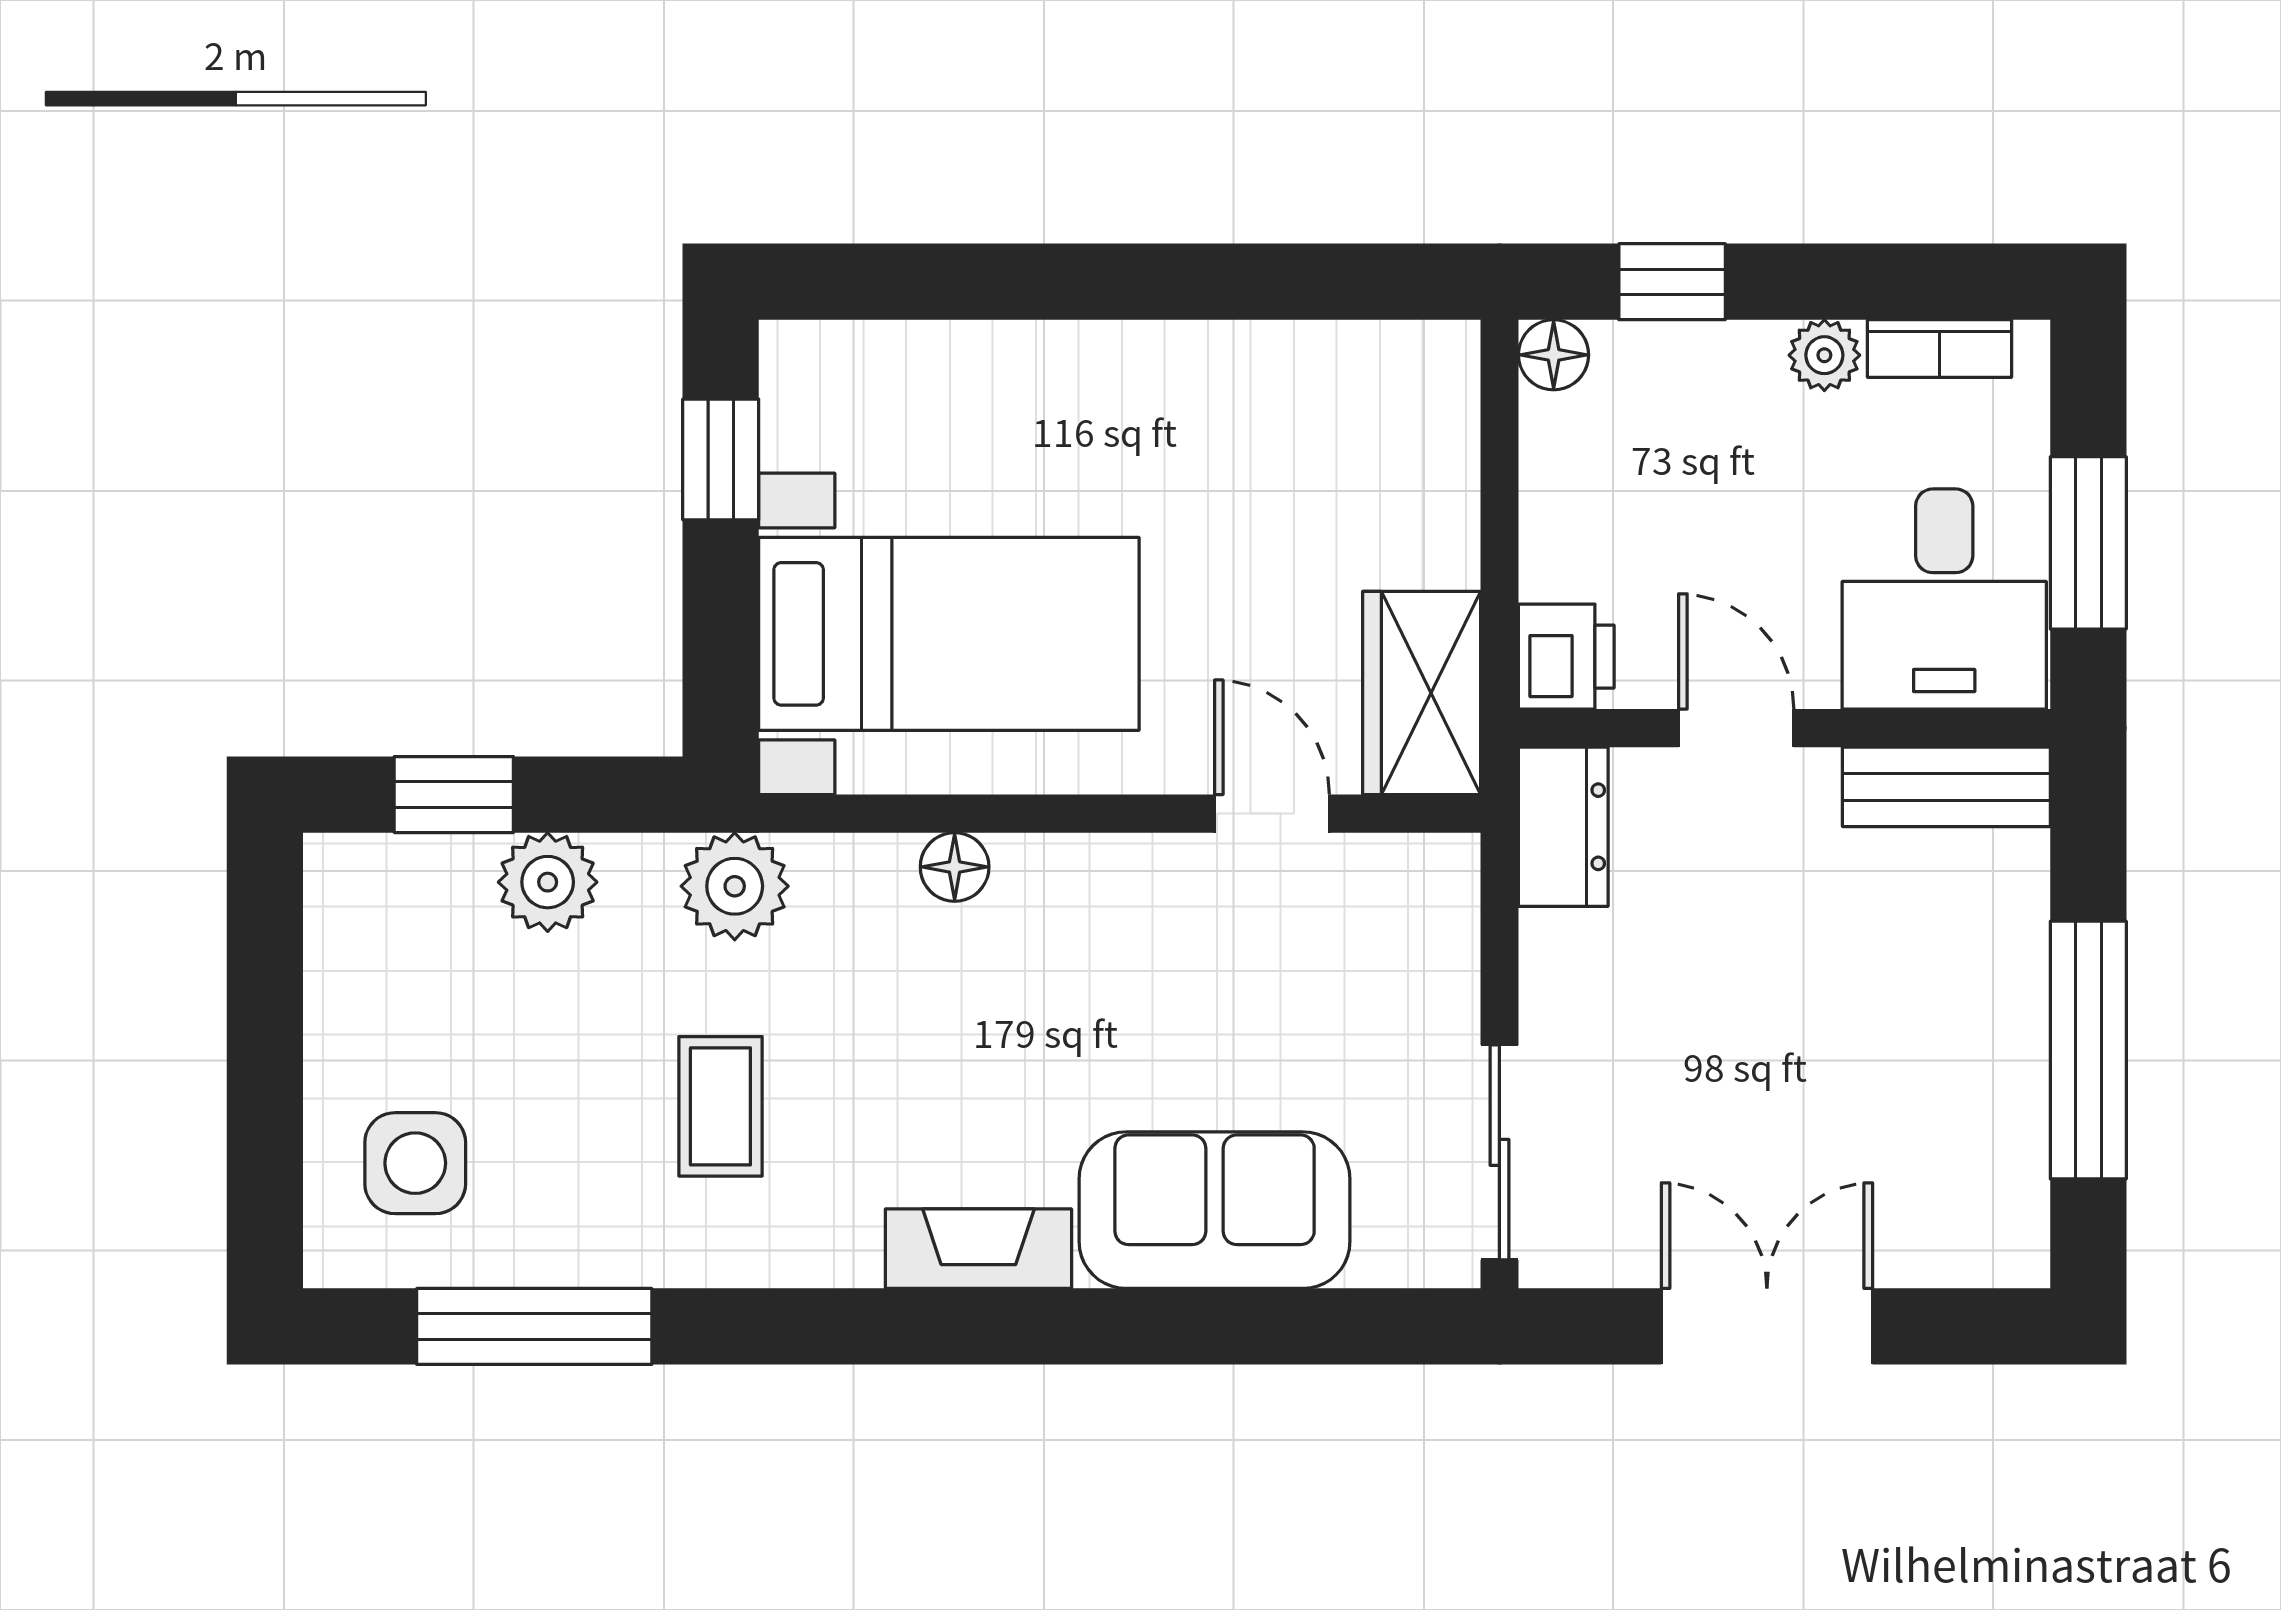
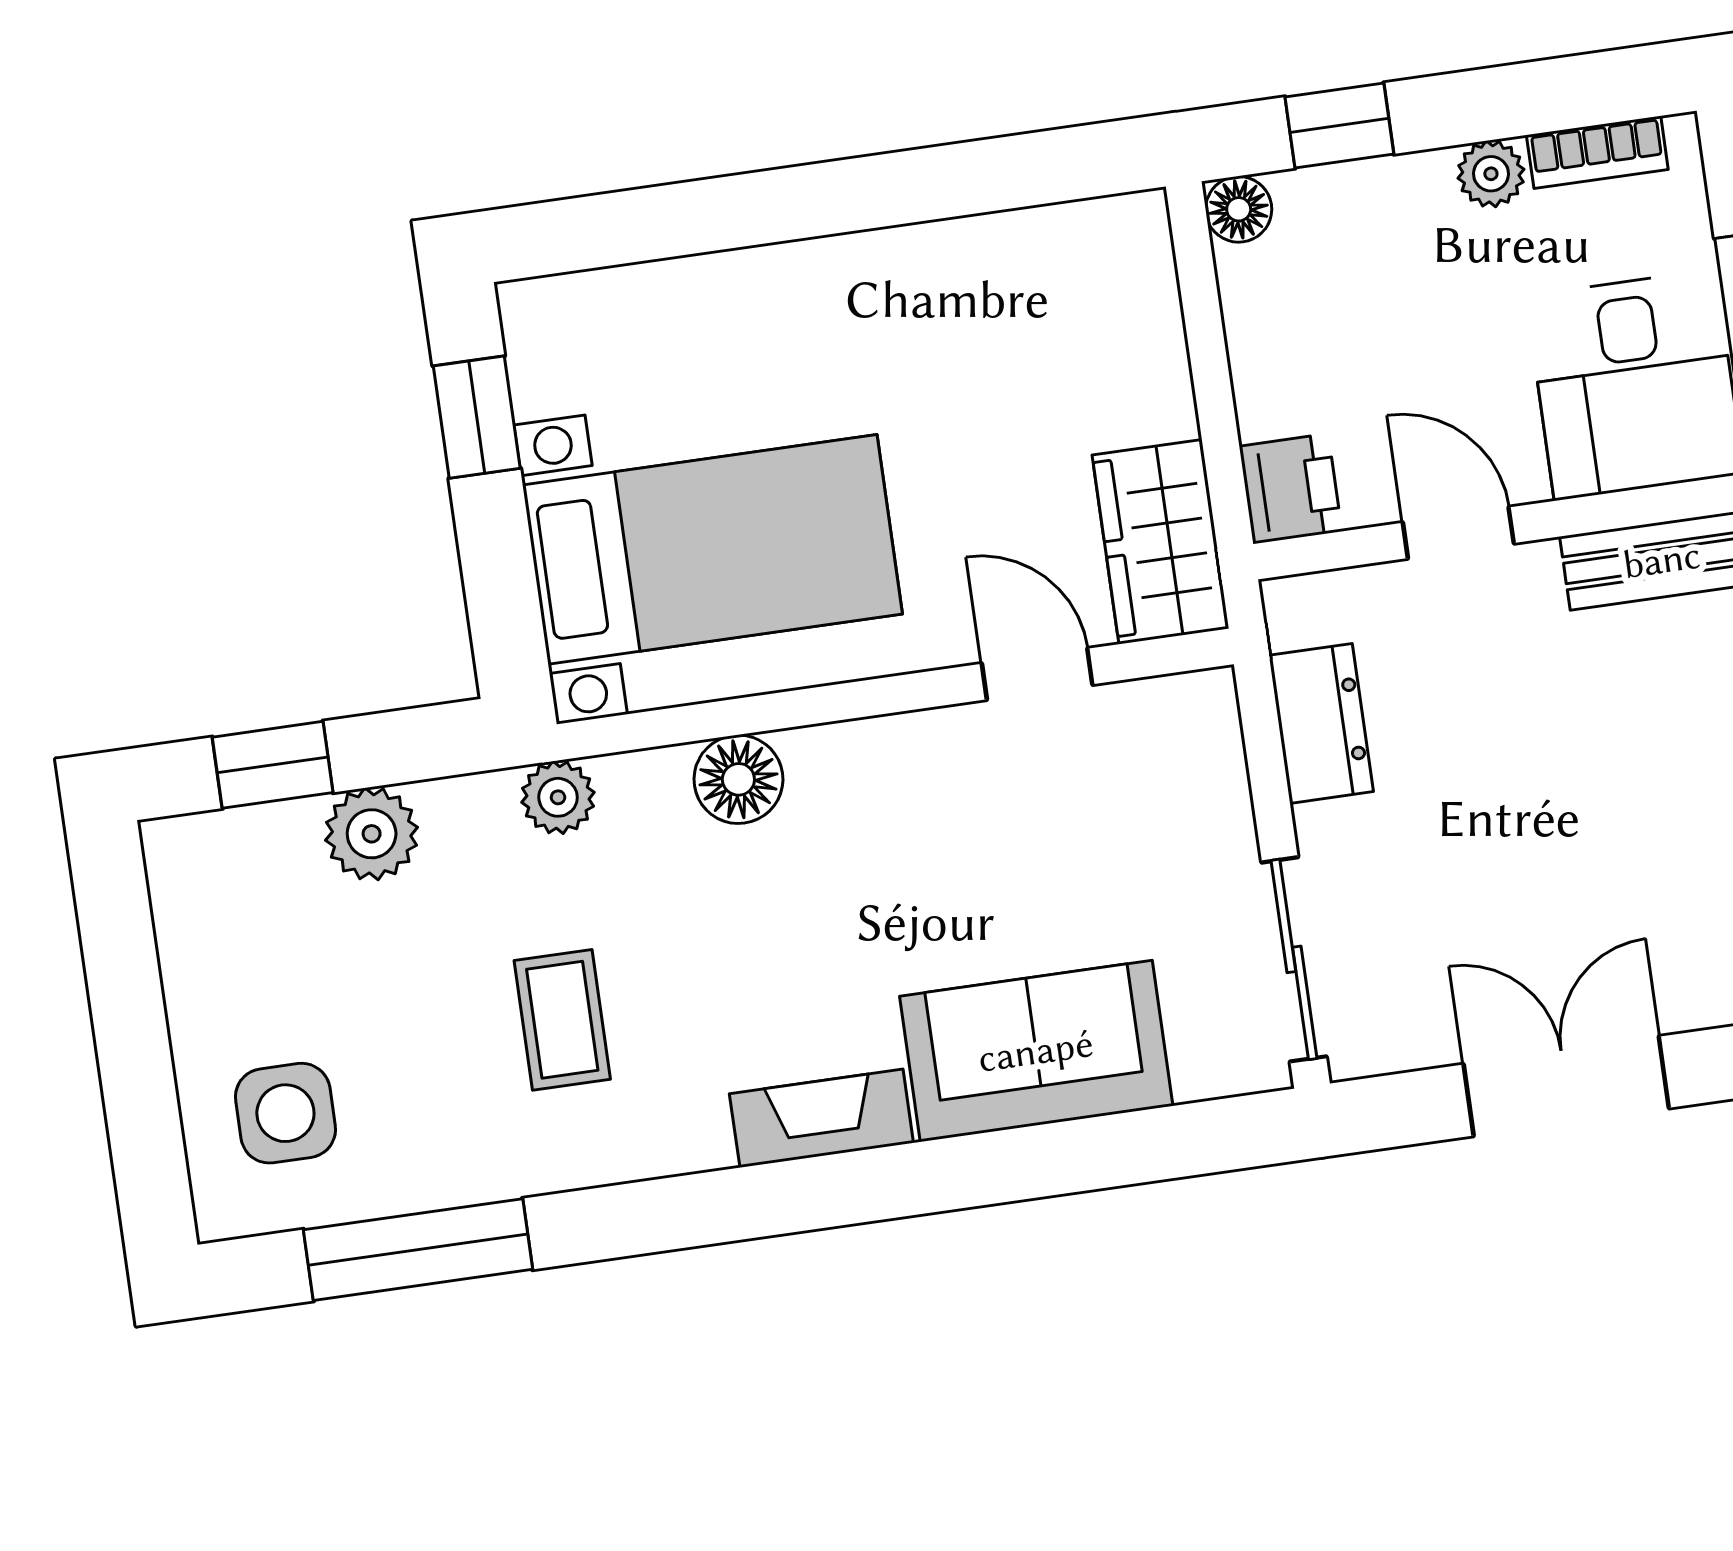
dresser: (1563, 827) -> (1321, 723), moved
floor lamp: (955, 867) -> (738, 779), width x1.37, depth x1.37
plant: (735, 886) -> (558, 797), width x0.73, depth x0.73

